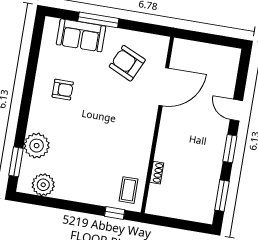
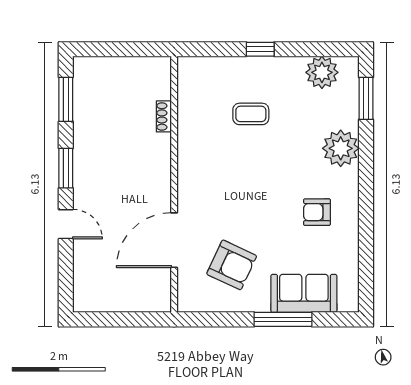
plant: (37, 146) -> (341, 148), moved
coffee table: (128, 190) -> (251, 114), moved, turned 90
window: (115, 213) -> (260, 49), moved

